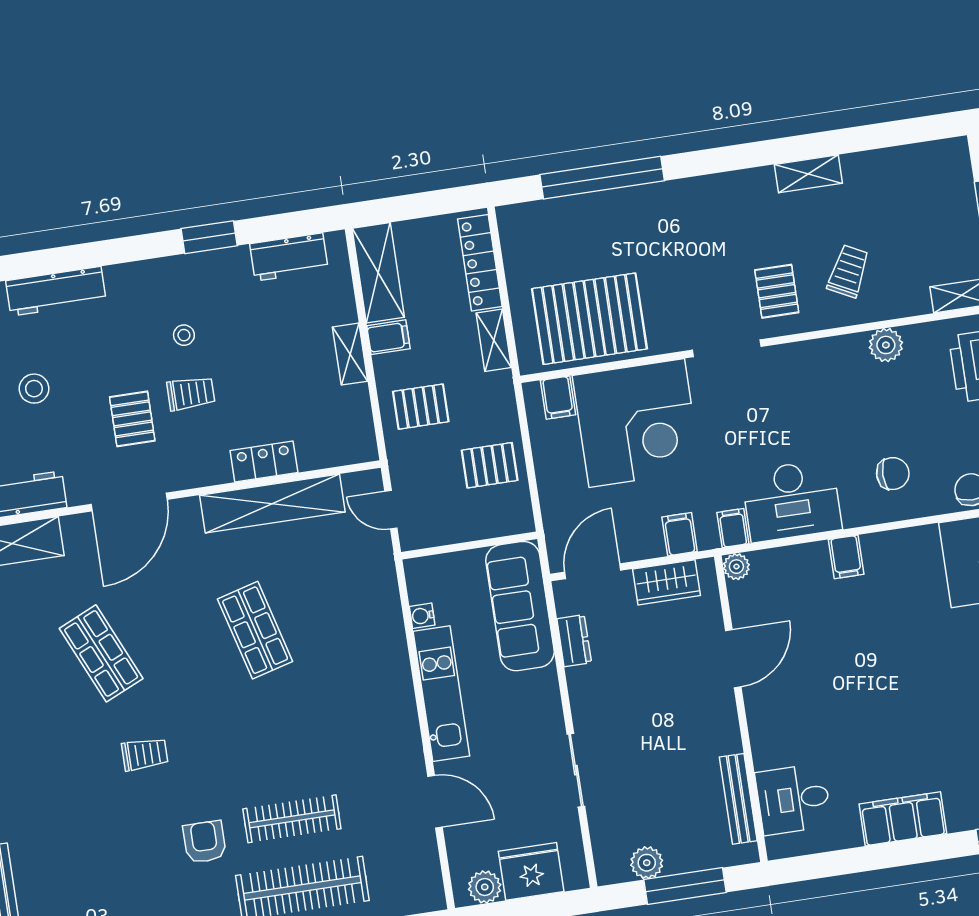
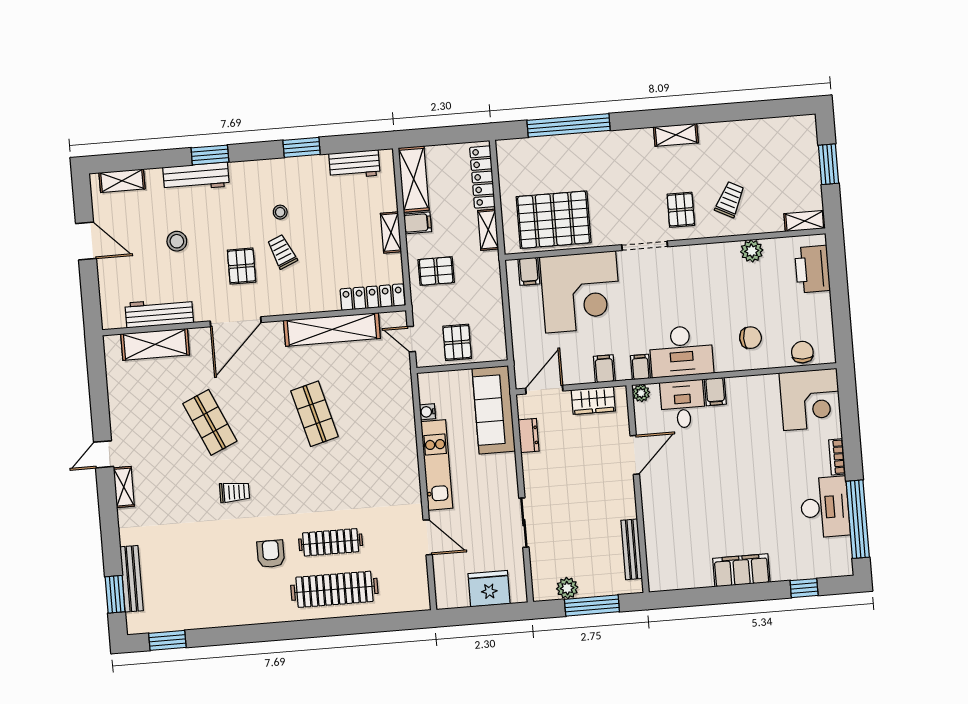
shelving: (808, 174) -> (676, 135), moved
window: (74, 258) -> (210, 155), added
trolley: (191, 393) -> (282, 252), turned -113
locker: (264, 462) -> (372, 297), moved, width x1.53
pallet: (490, 465) -> (457, 342), moved, turned 90
desk: (793, 799) -> (683, 404), moved, turned 90
plant: (485, 887) -> (457, 597), removed

